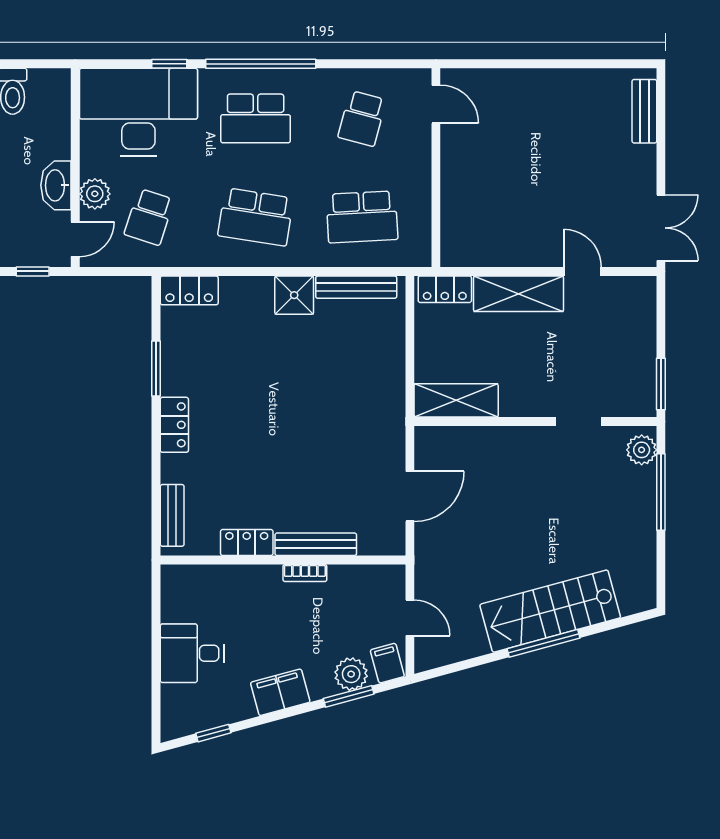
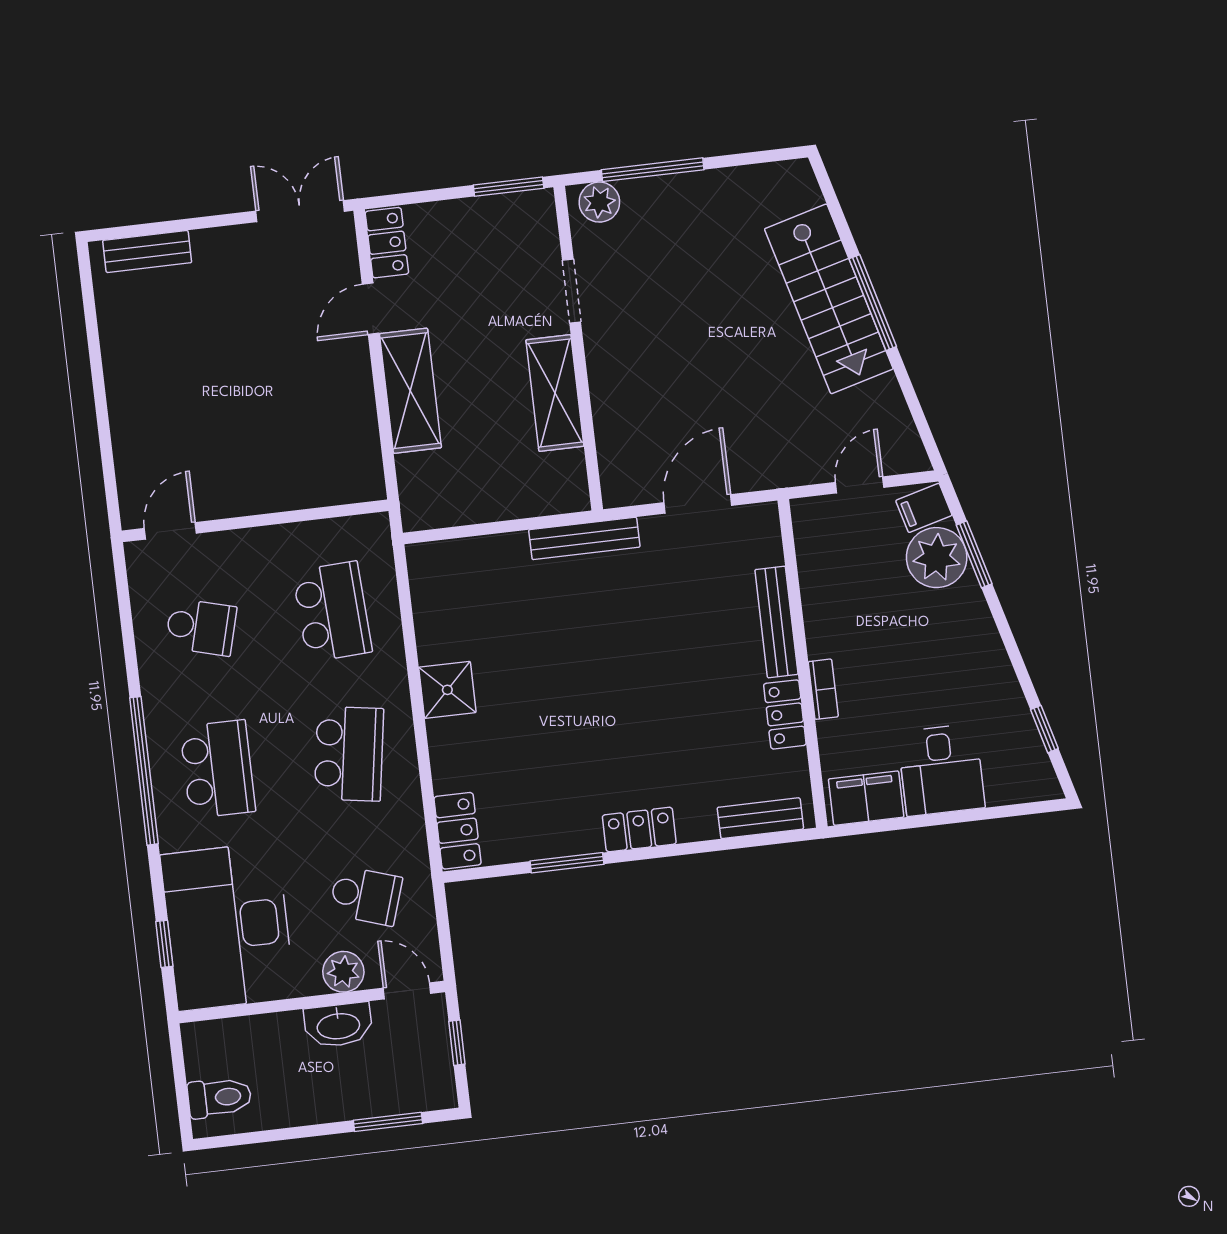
window: (169, 64) -> (164, 944), moved
bench: (356, 287) -> (584, 538), moved, turned 90
locker: (445, 289) -> (387, 243), moved
shelving: (456, 400) -> (555, 393), moved
door: (410, 496) -> (698, 504), hinge flipped
bookcase: (305, 573) -> (823, 689), moved
plant: (351, 674) -> (937, 558), width x1.36, depth x1.36
filing cabinet: (280, 692) -> (866, 798), moved, turned 105

